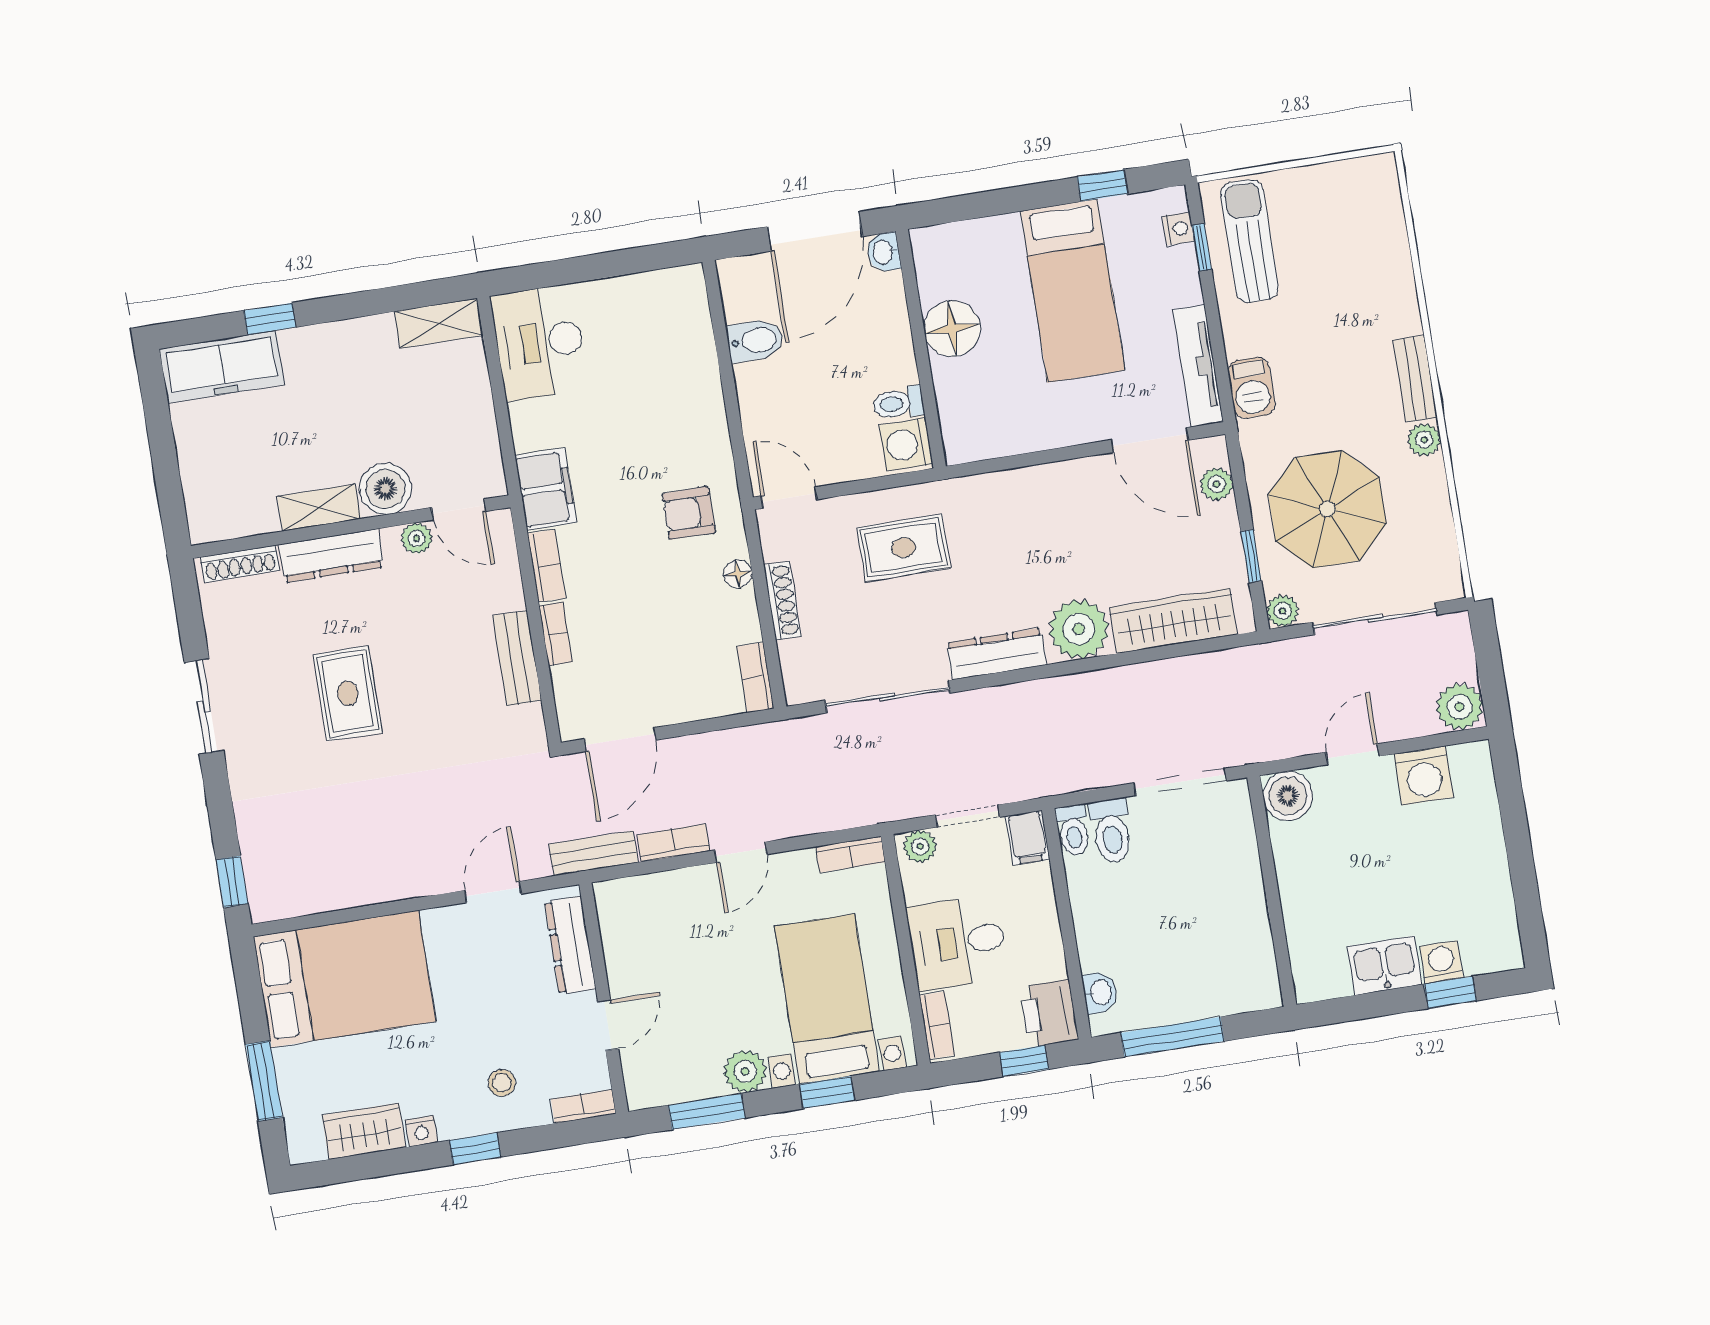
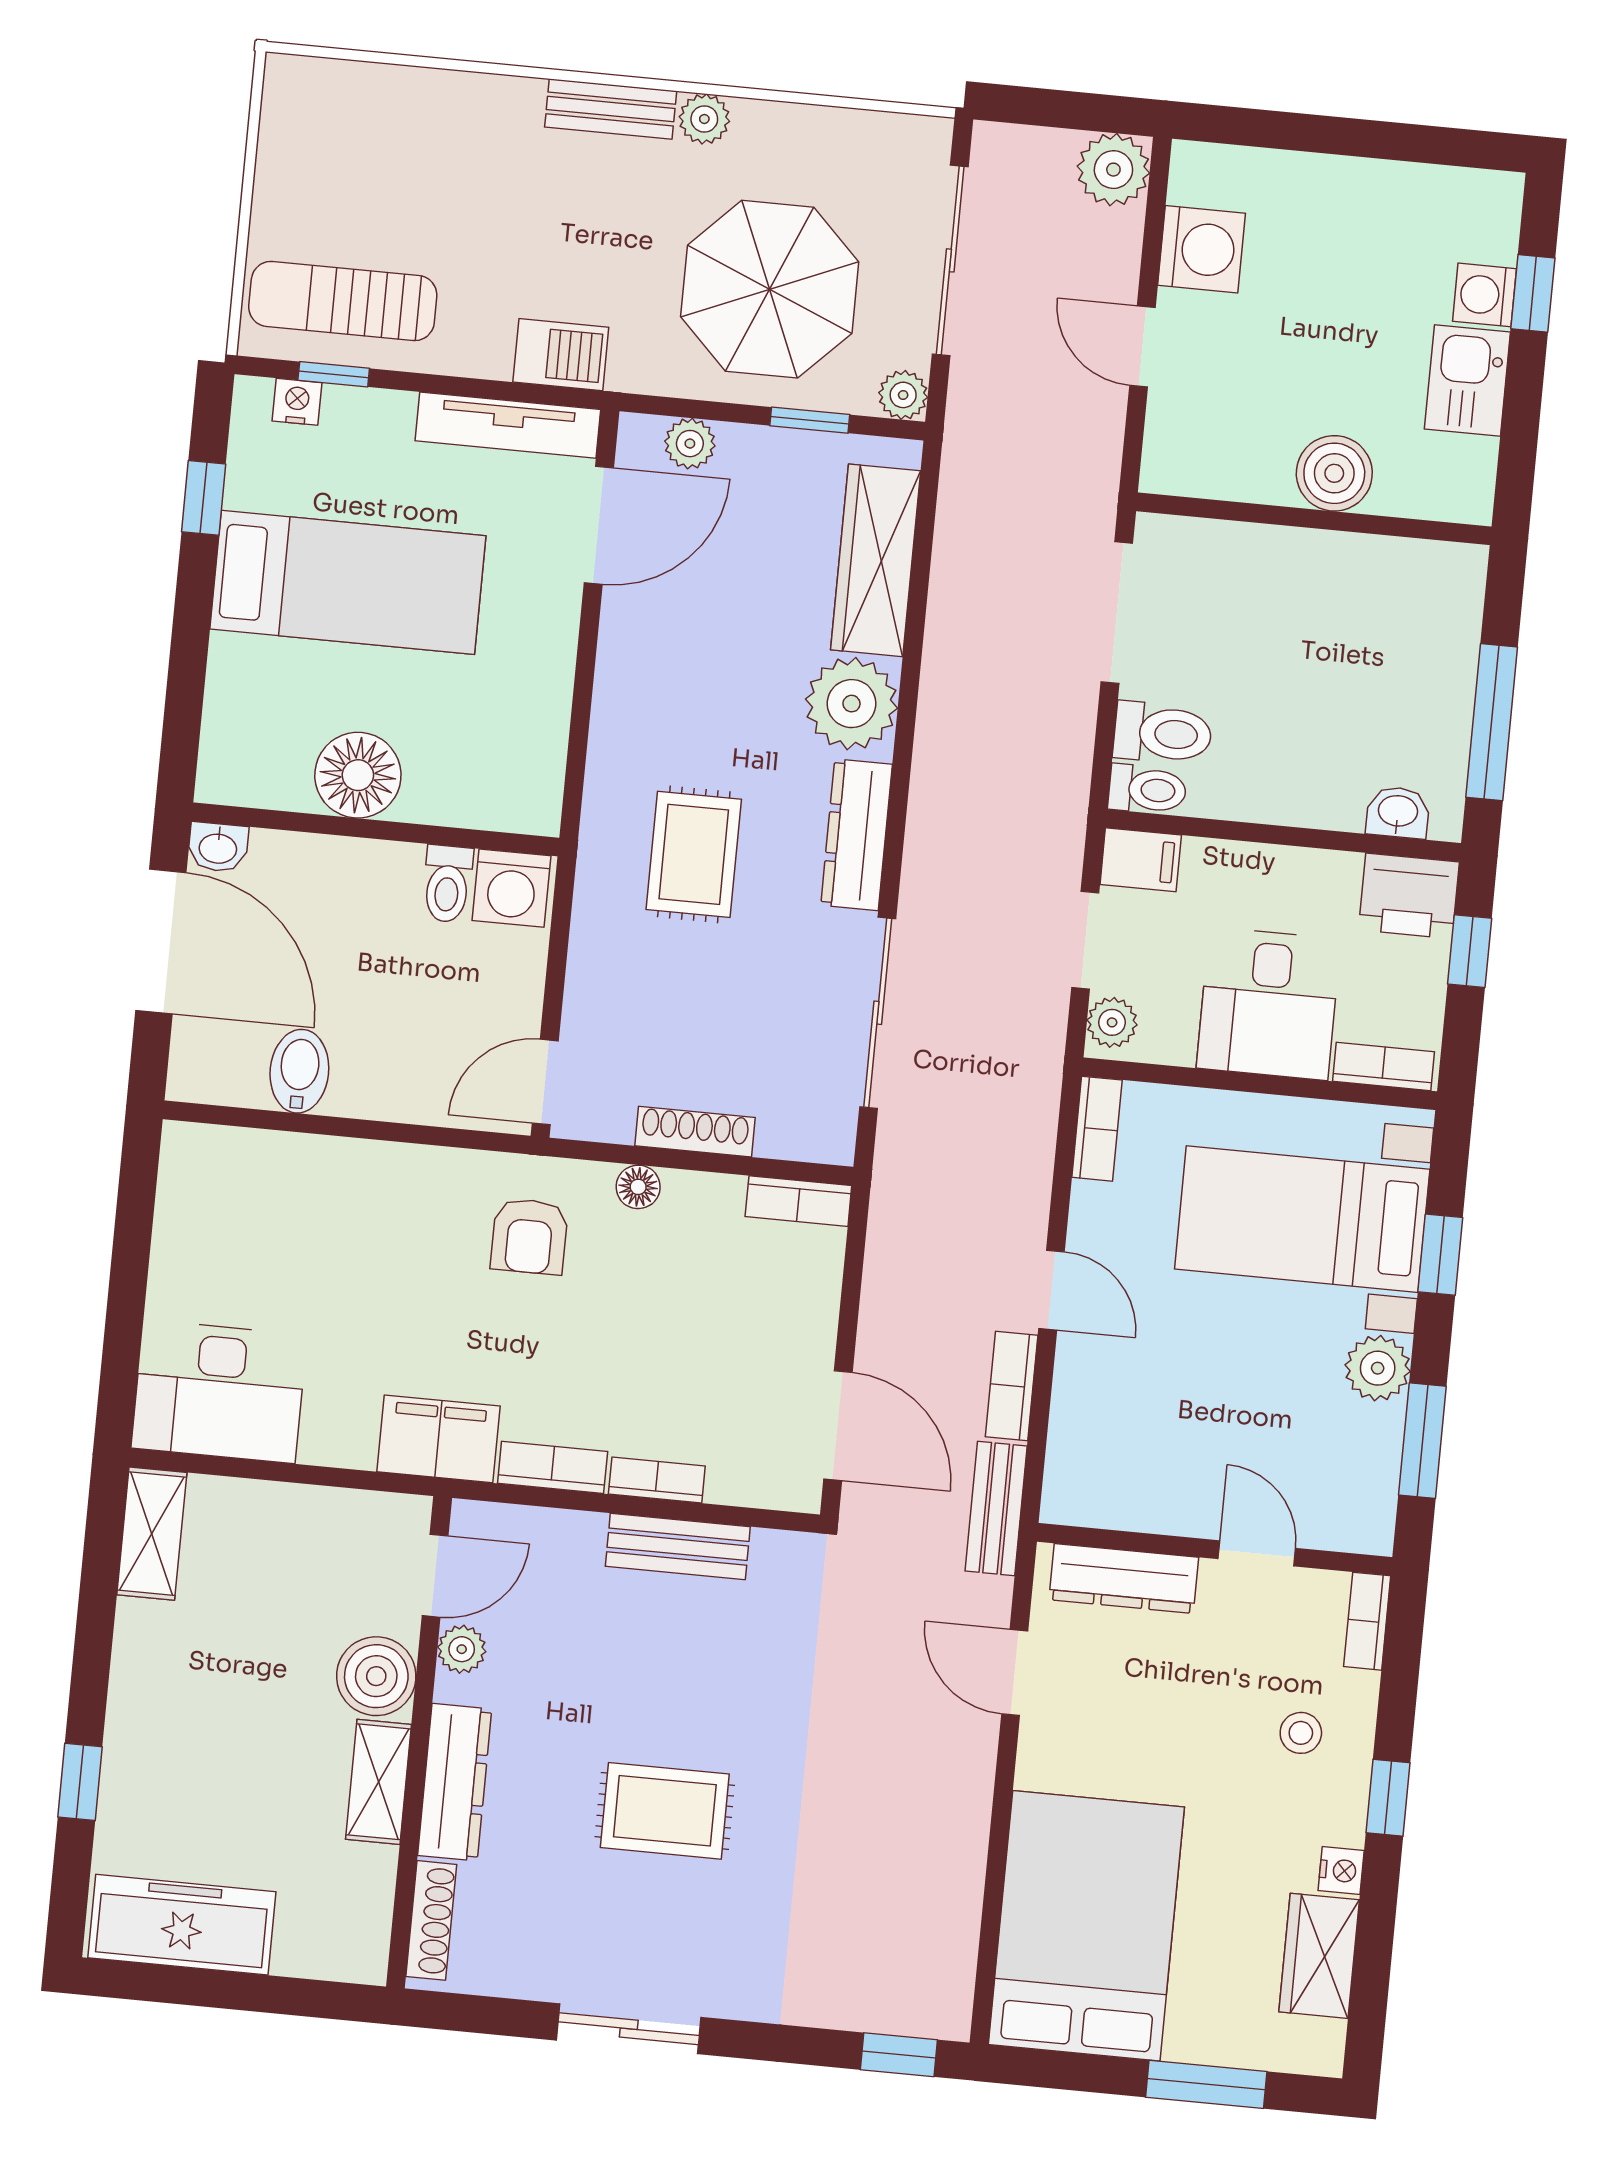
freezer: (222, 367) -> (182, 1925), moved, turned -90
rug: (904, 548) -> (694, 854), moved
boiler: (1288, 796) -> (1334, 473), moved

